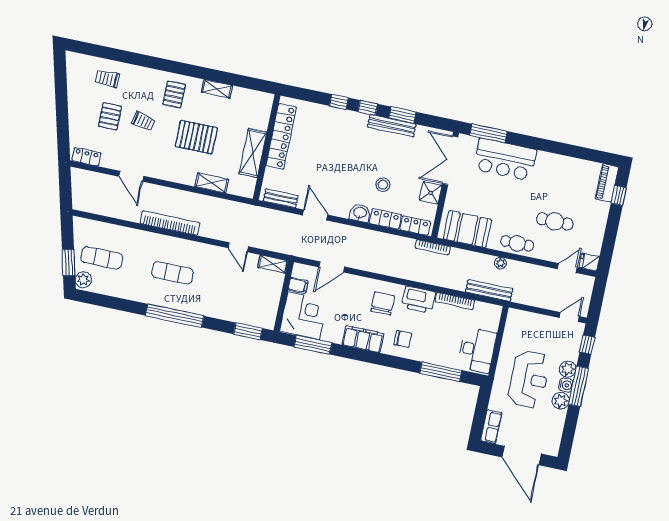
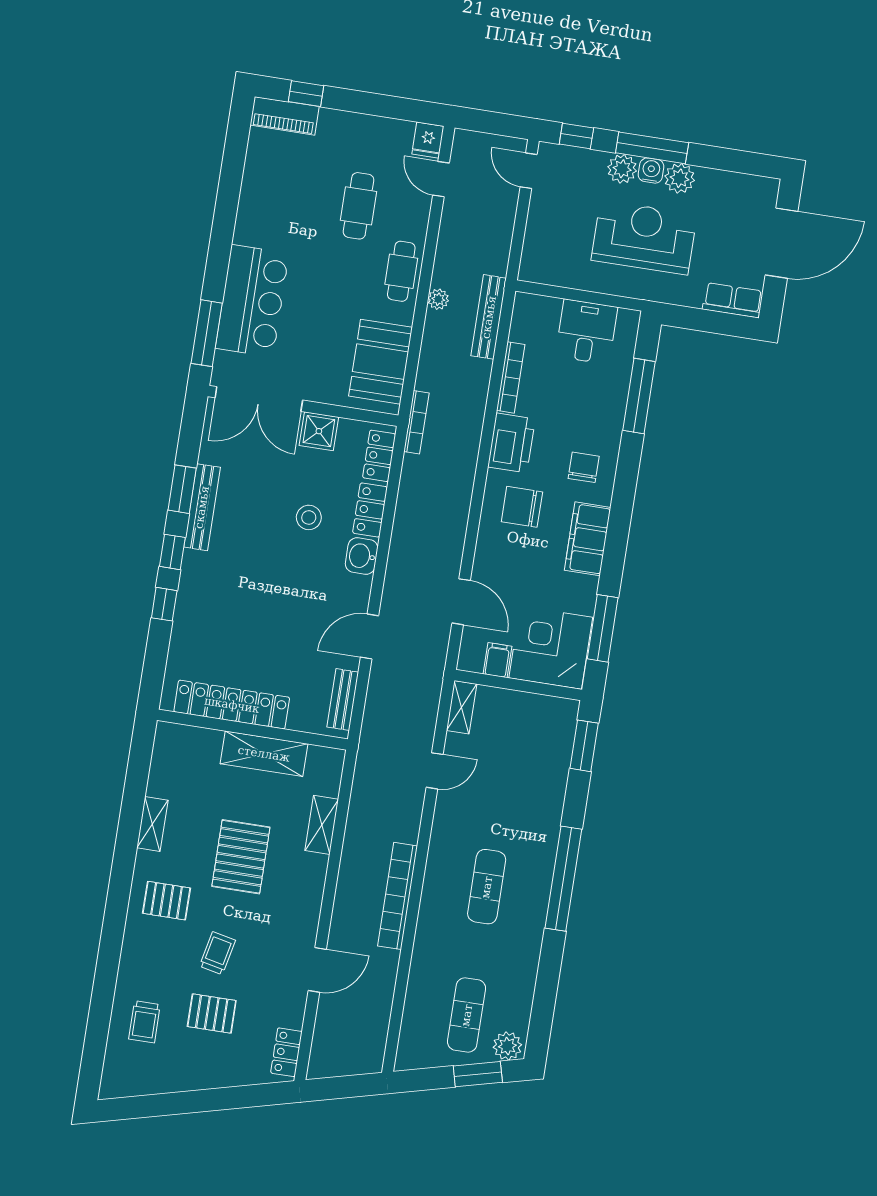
desk: (477, 350) -> (586, 332), width x0.73

